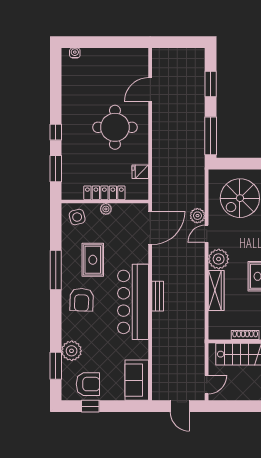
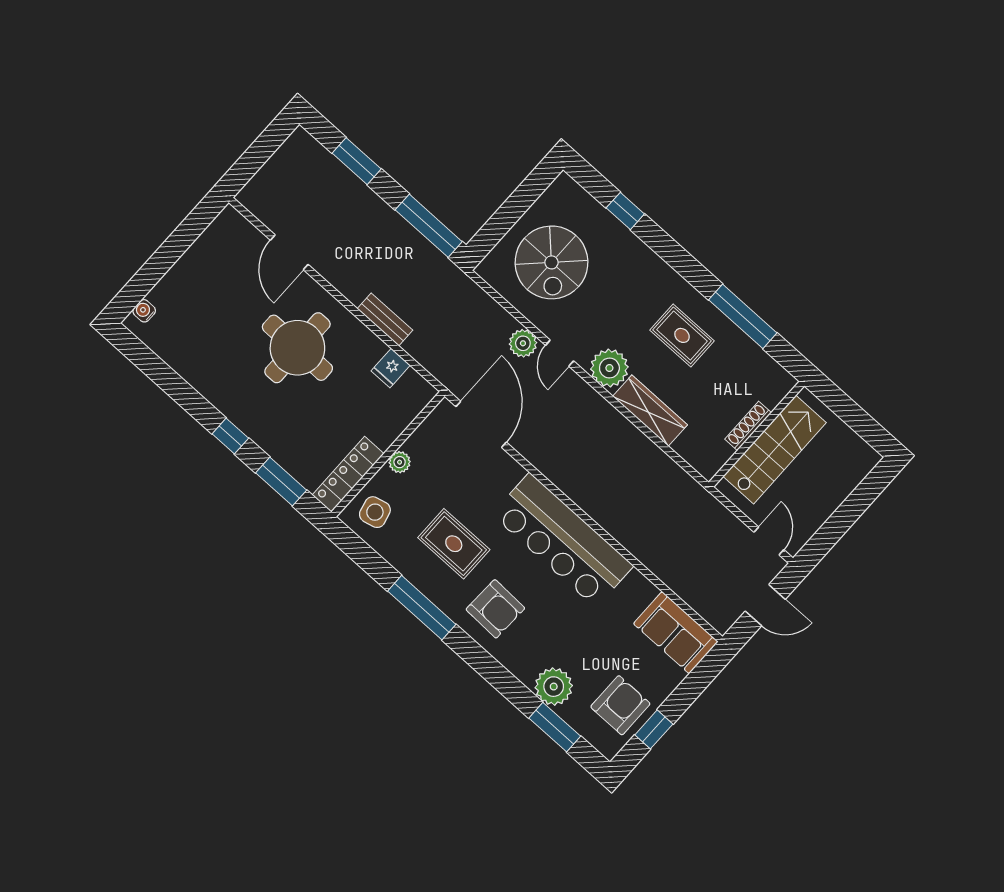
locker: (104, 193) -> (348, 474), moved
bench: (158, 296) -> (385, 319), moved

